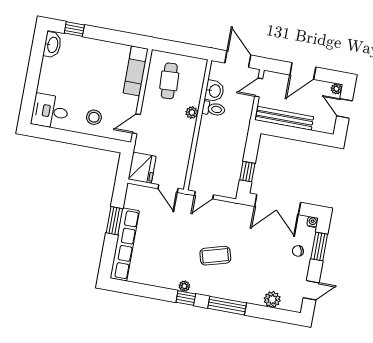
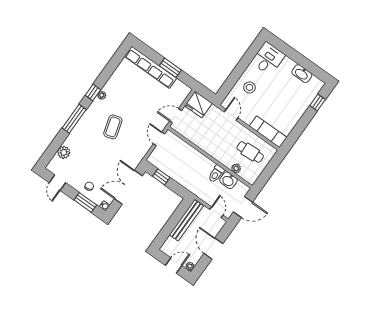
washbasin: (52, 45) -> (302, 74), moved
plant: (192, 113) -> (236, 168), moved

